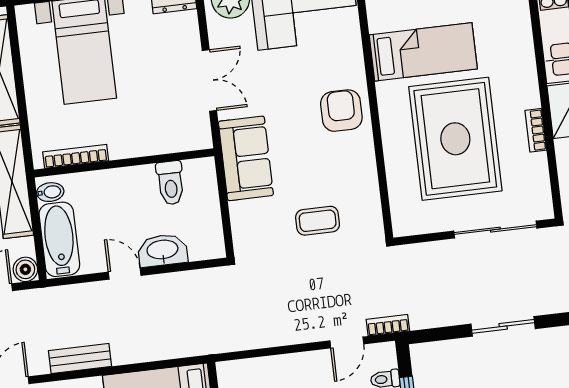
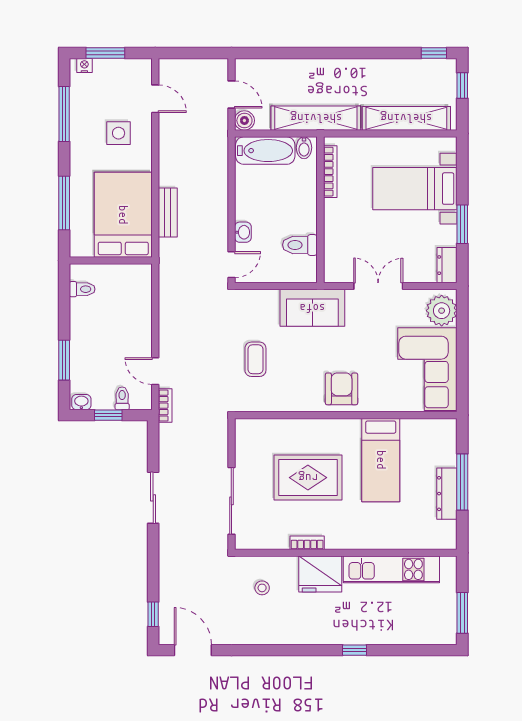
double door: (209, 80) -> (378, 286), swing flipped
armchair: (341, 111) -> (342, 389), turned -90
rug: (455, 139) -> (308, 478), width x0.73, depth x0.69
washbasin: (163, 250) -> (243, 232), width x0.52, depth x0.69
door: (125, 274) -> (231, 265), moved
bench: (80, 359) -> (168, 213), moved

